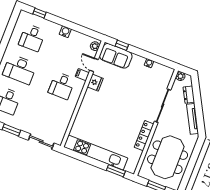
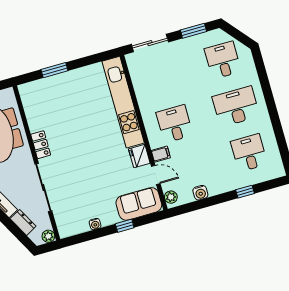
window: (40, 13) -> (245, 192), moved
water cooler: (65, 32) -> (200, 193), moved
window: (122, 45) -> (125, 226), moved
locker: (144, 136) -> (41, 145), width x0.66
kitchen unit: (96, 152) -> (123, 102), moved, turned 90
window: (116, 171) -> (54, 70), moved

